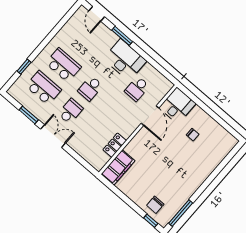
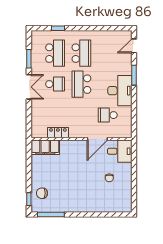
school desk: (90, 88) -> (81, 84), width x1.85

